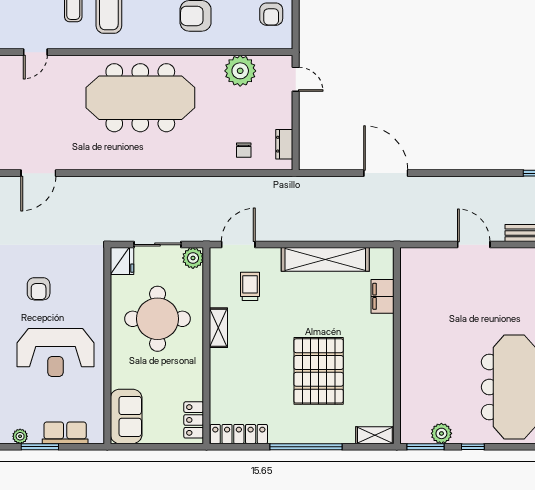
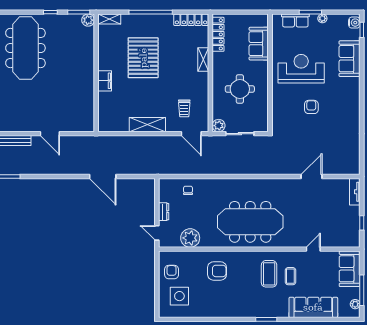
dresser: (284, 144) -> (164, 212), moved
door: (238, 245) -> (191, 134), hinge flipped
shelving: (325, 259) -> (147, 125), width x0.68
fridge: (122, 261) -> (261, 124), removed
filing cabinet: (382, 296) -> (105, 81), moved
round table: (158, 319) -> (240, 89), width x0.73, depth x0.73
shelving: (218, 328) -> (203, 60), moved
sofa: (126, 416) -> (259, 44), moved
locker: (194, 420) -> (218, 34), width x1.53
plant: (441, 433) -> (88, 20), moved

